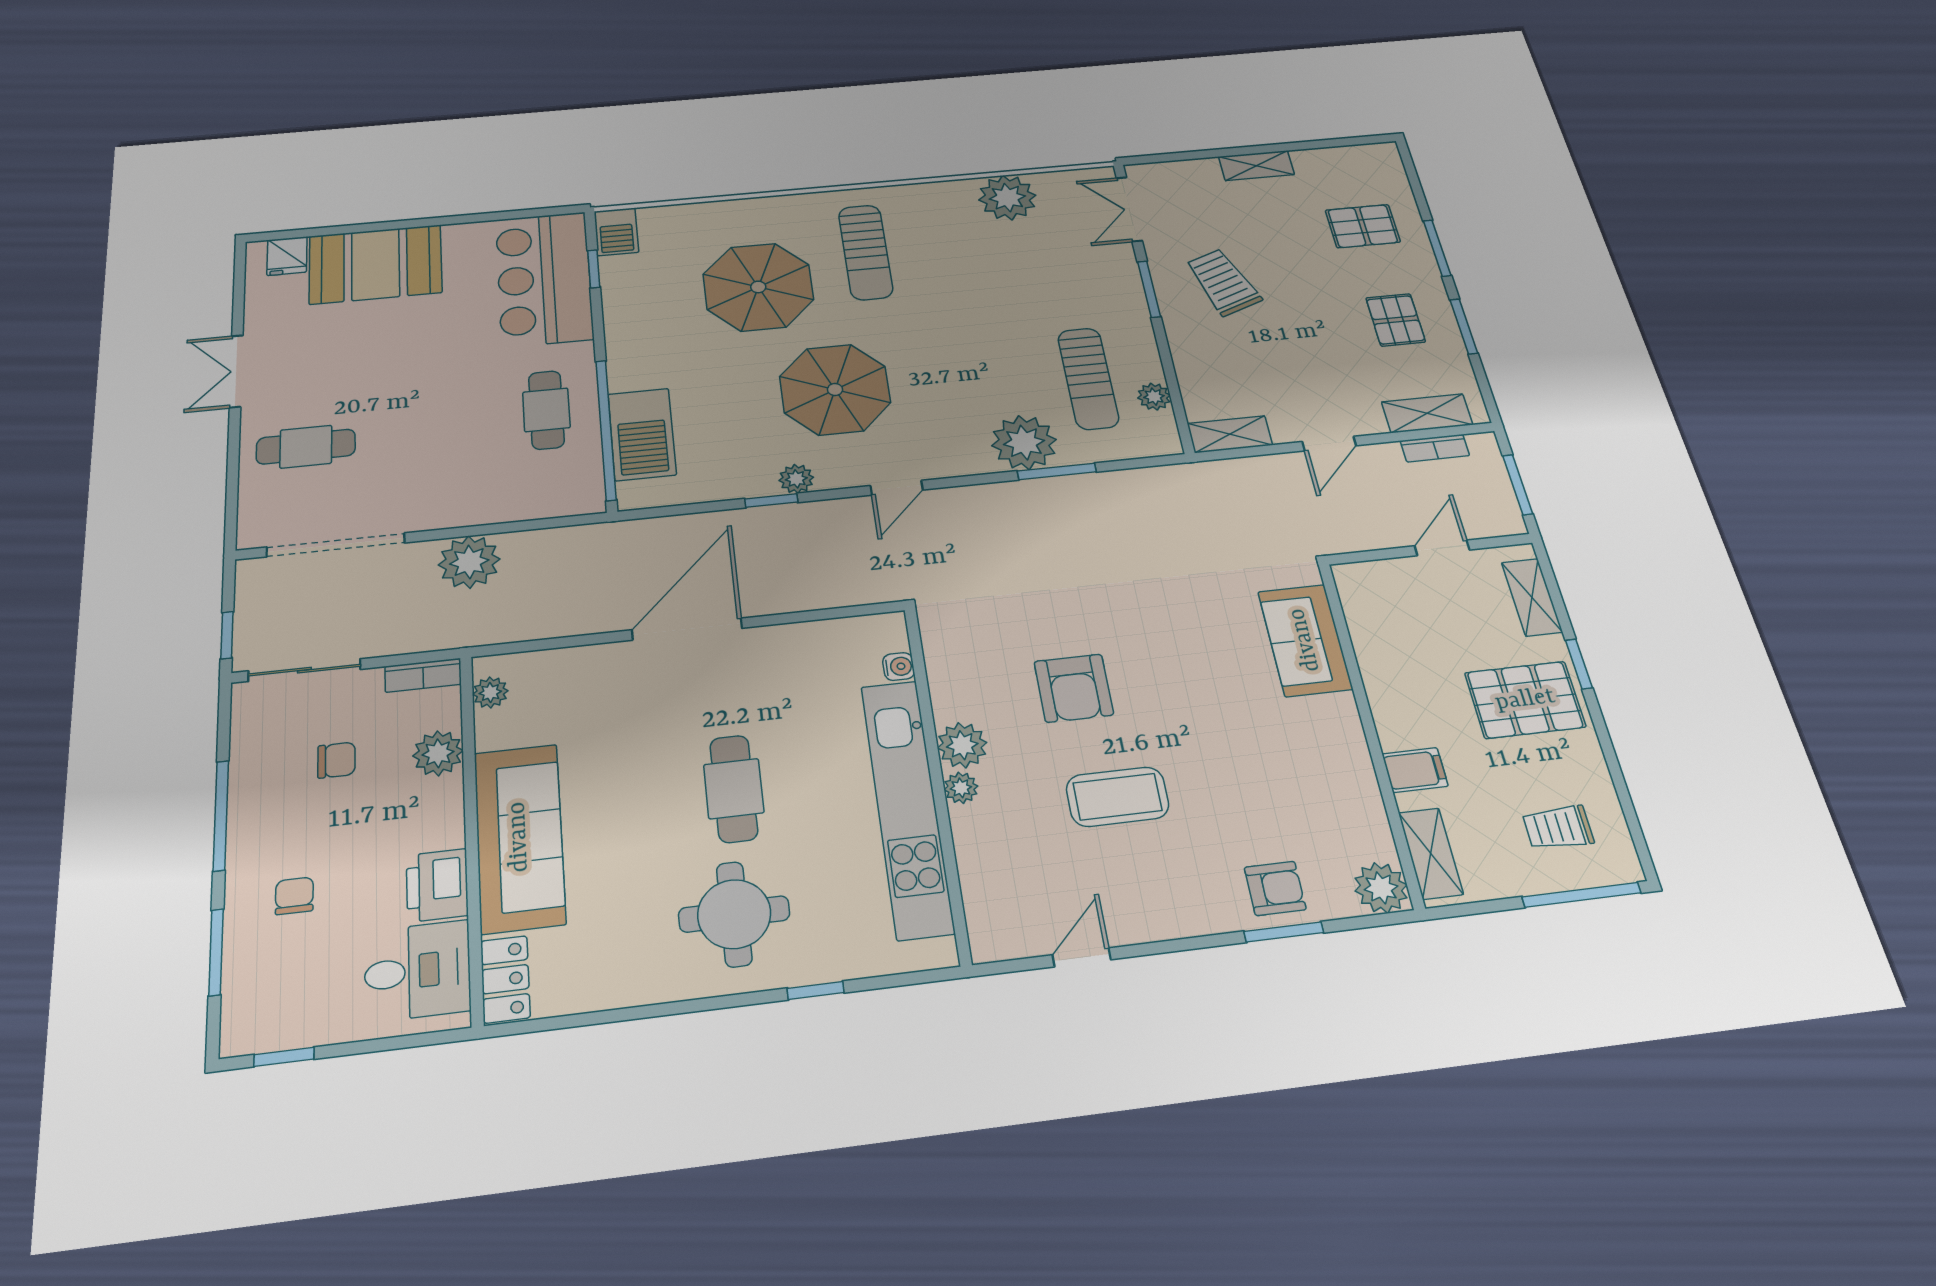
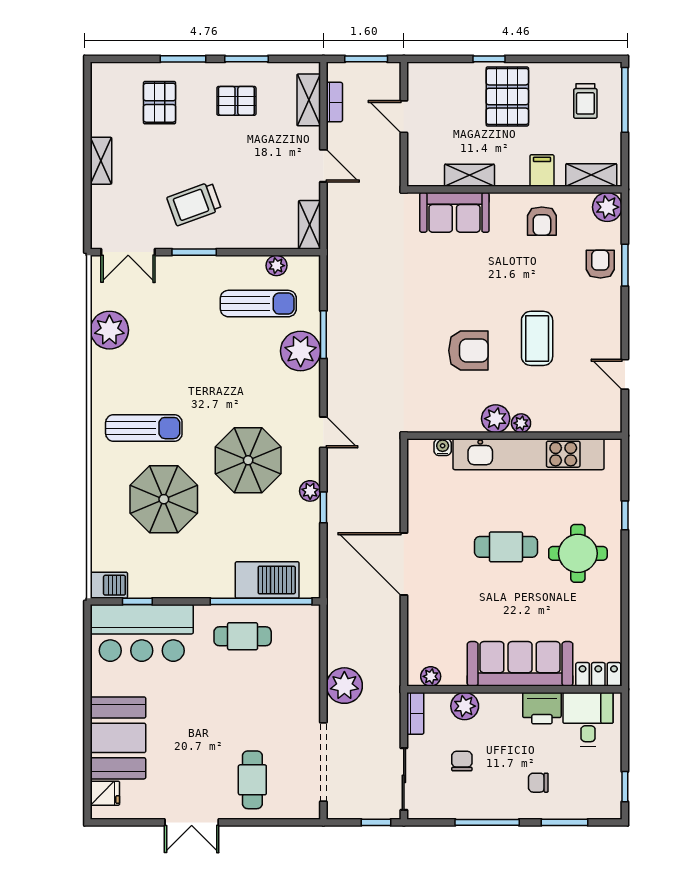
shelving: (1532, 597) -> (469, 175), moved
armchair: (1327, 780) -> (542, 221), added

